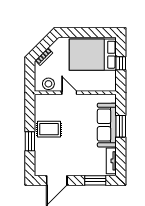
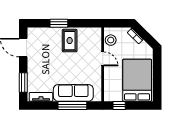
window: (121, 63) -> (119, 105), moved
door: (69, 93) -> (103, 59), hinge flipped
window: (121, 126) -> (72, 105), width x1.44

